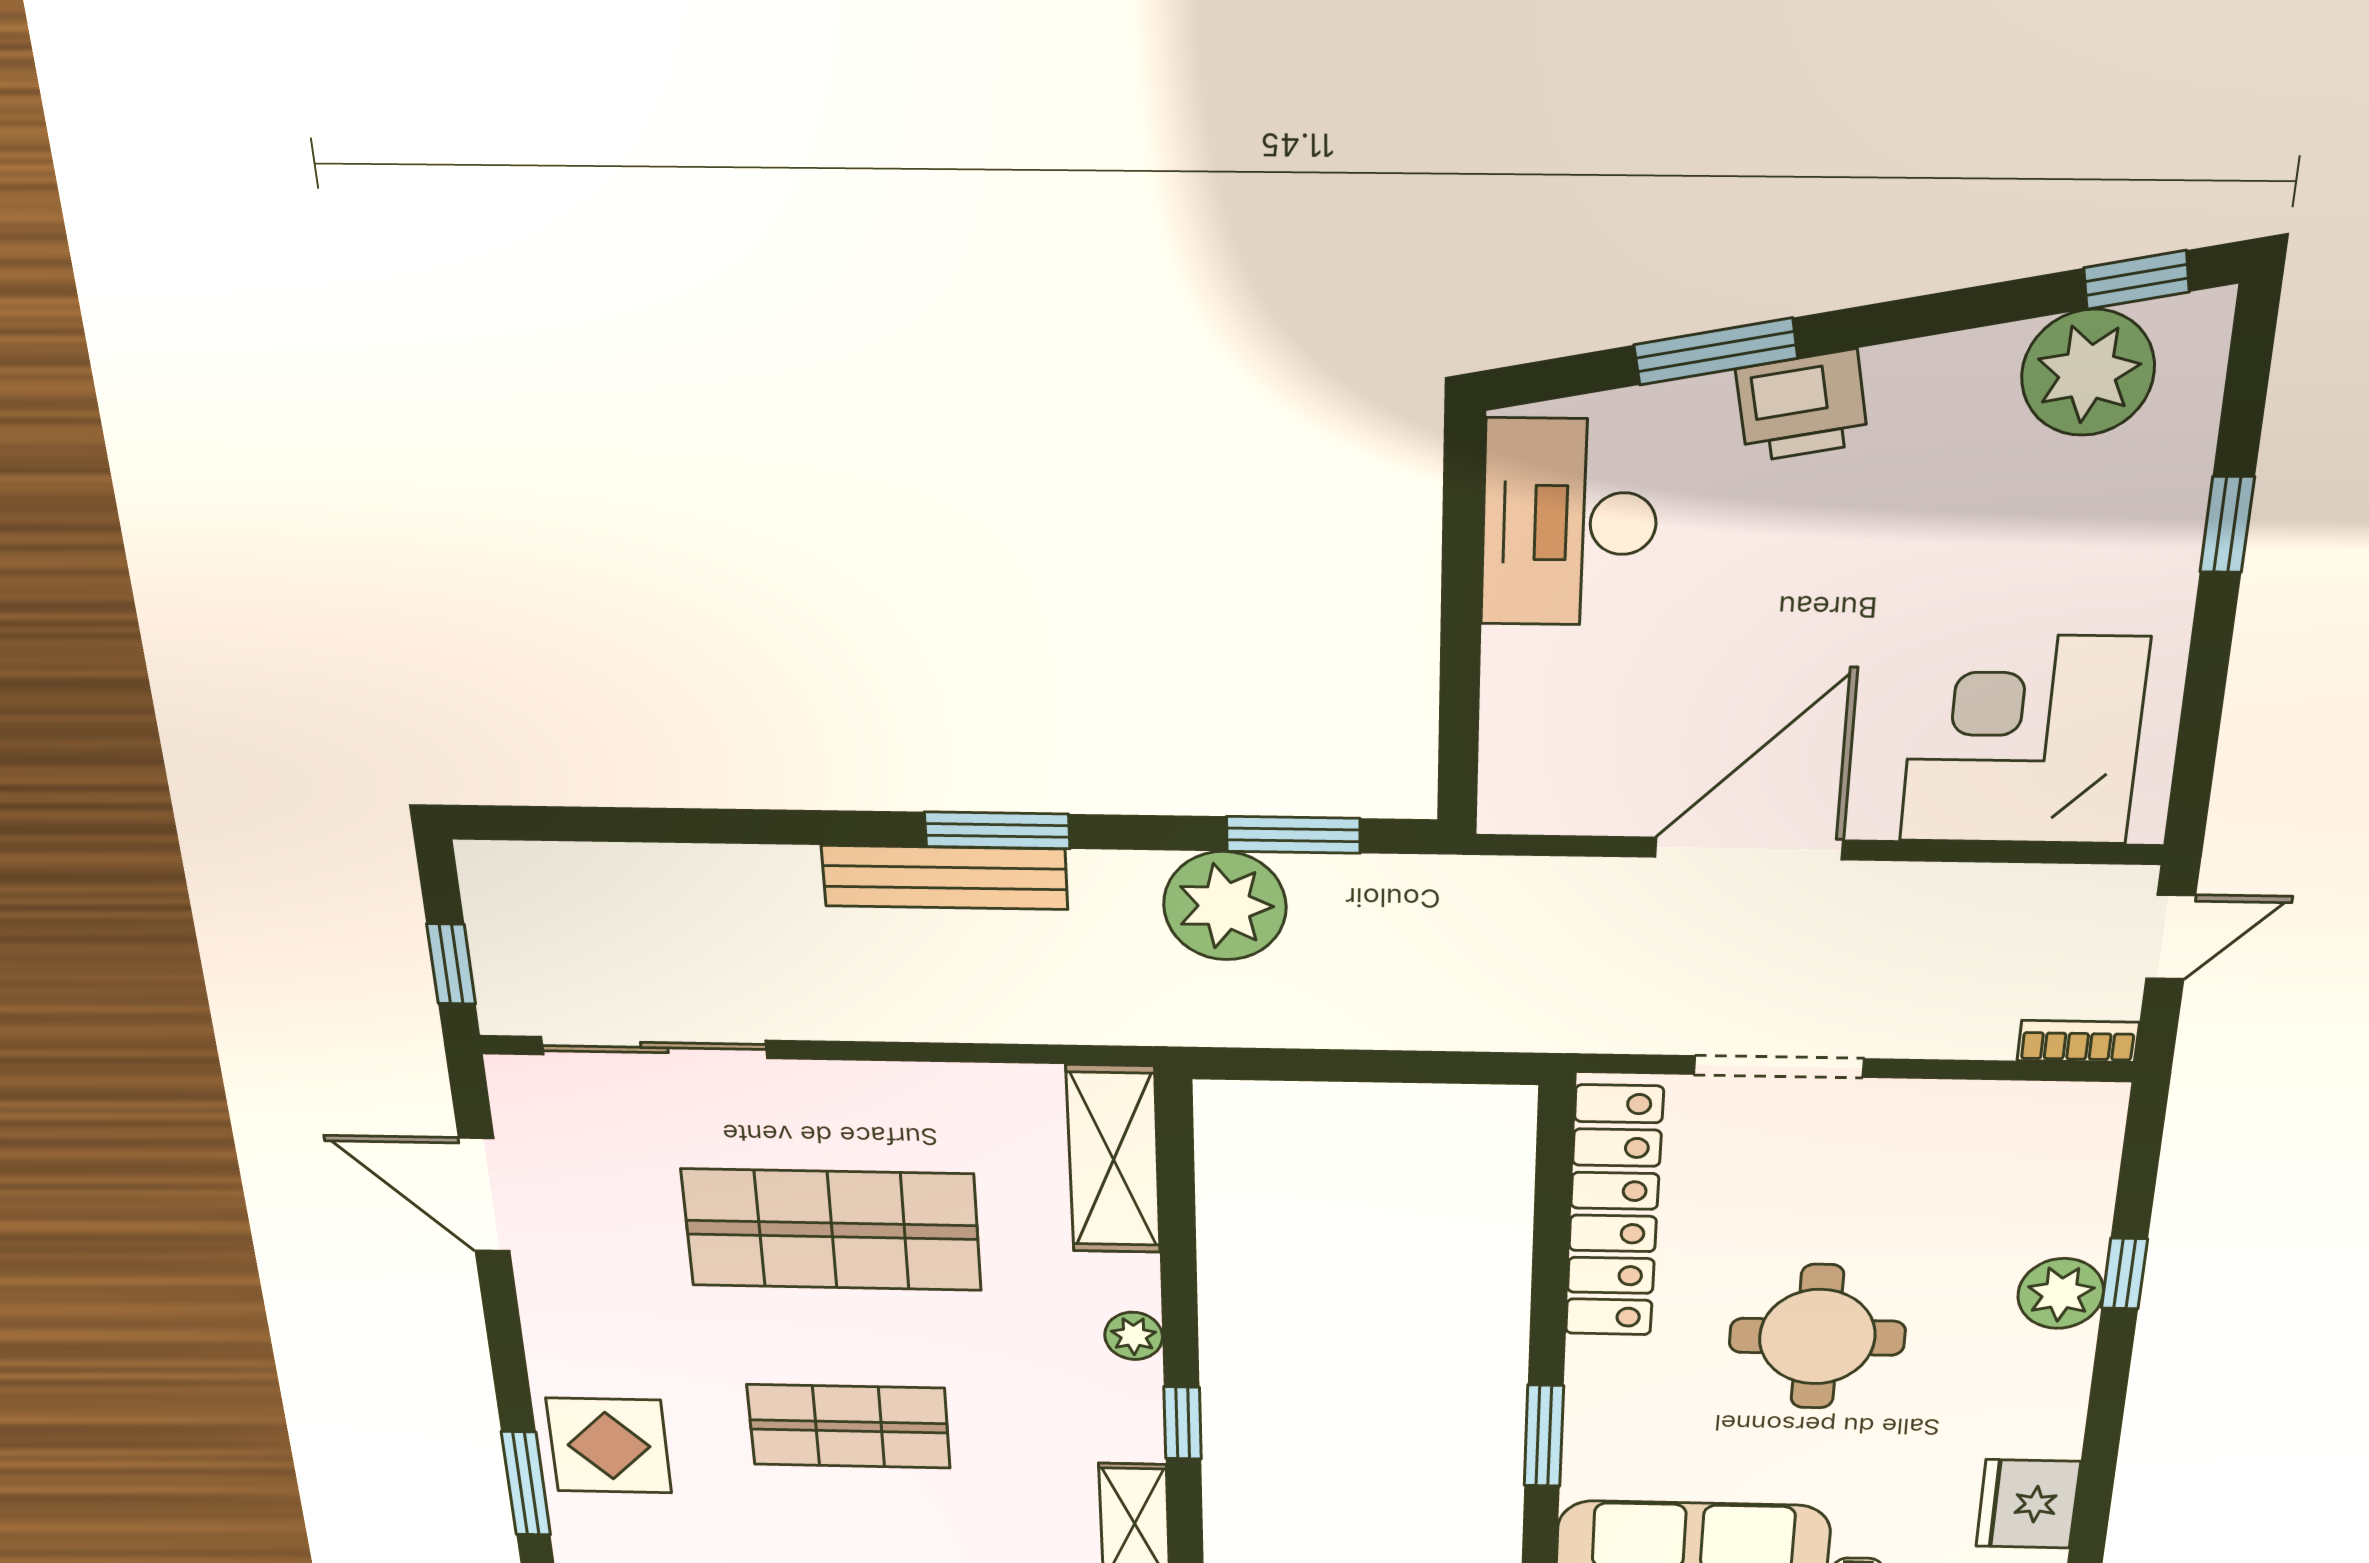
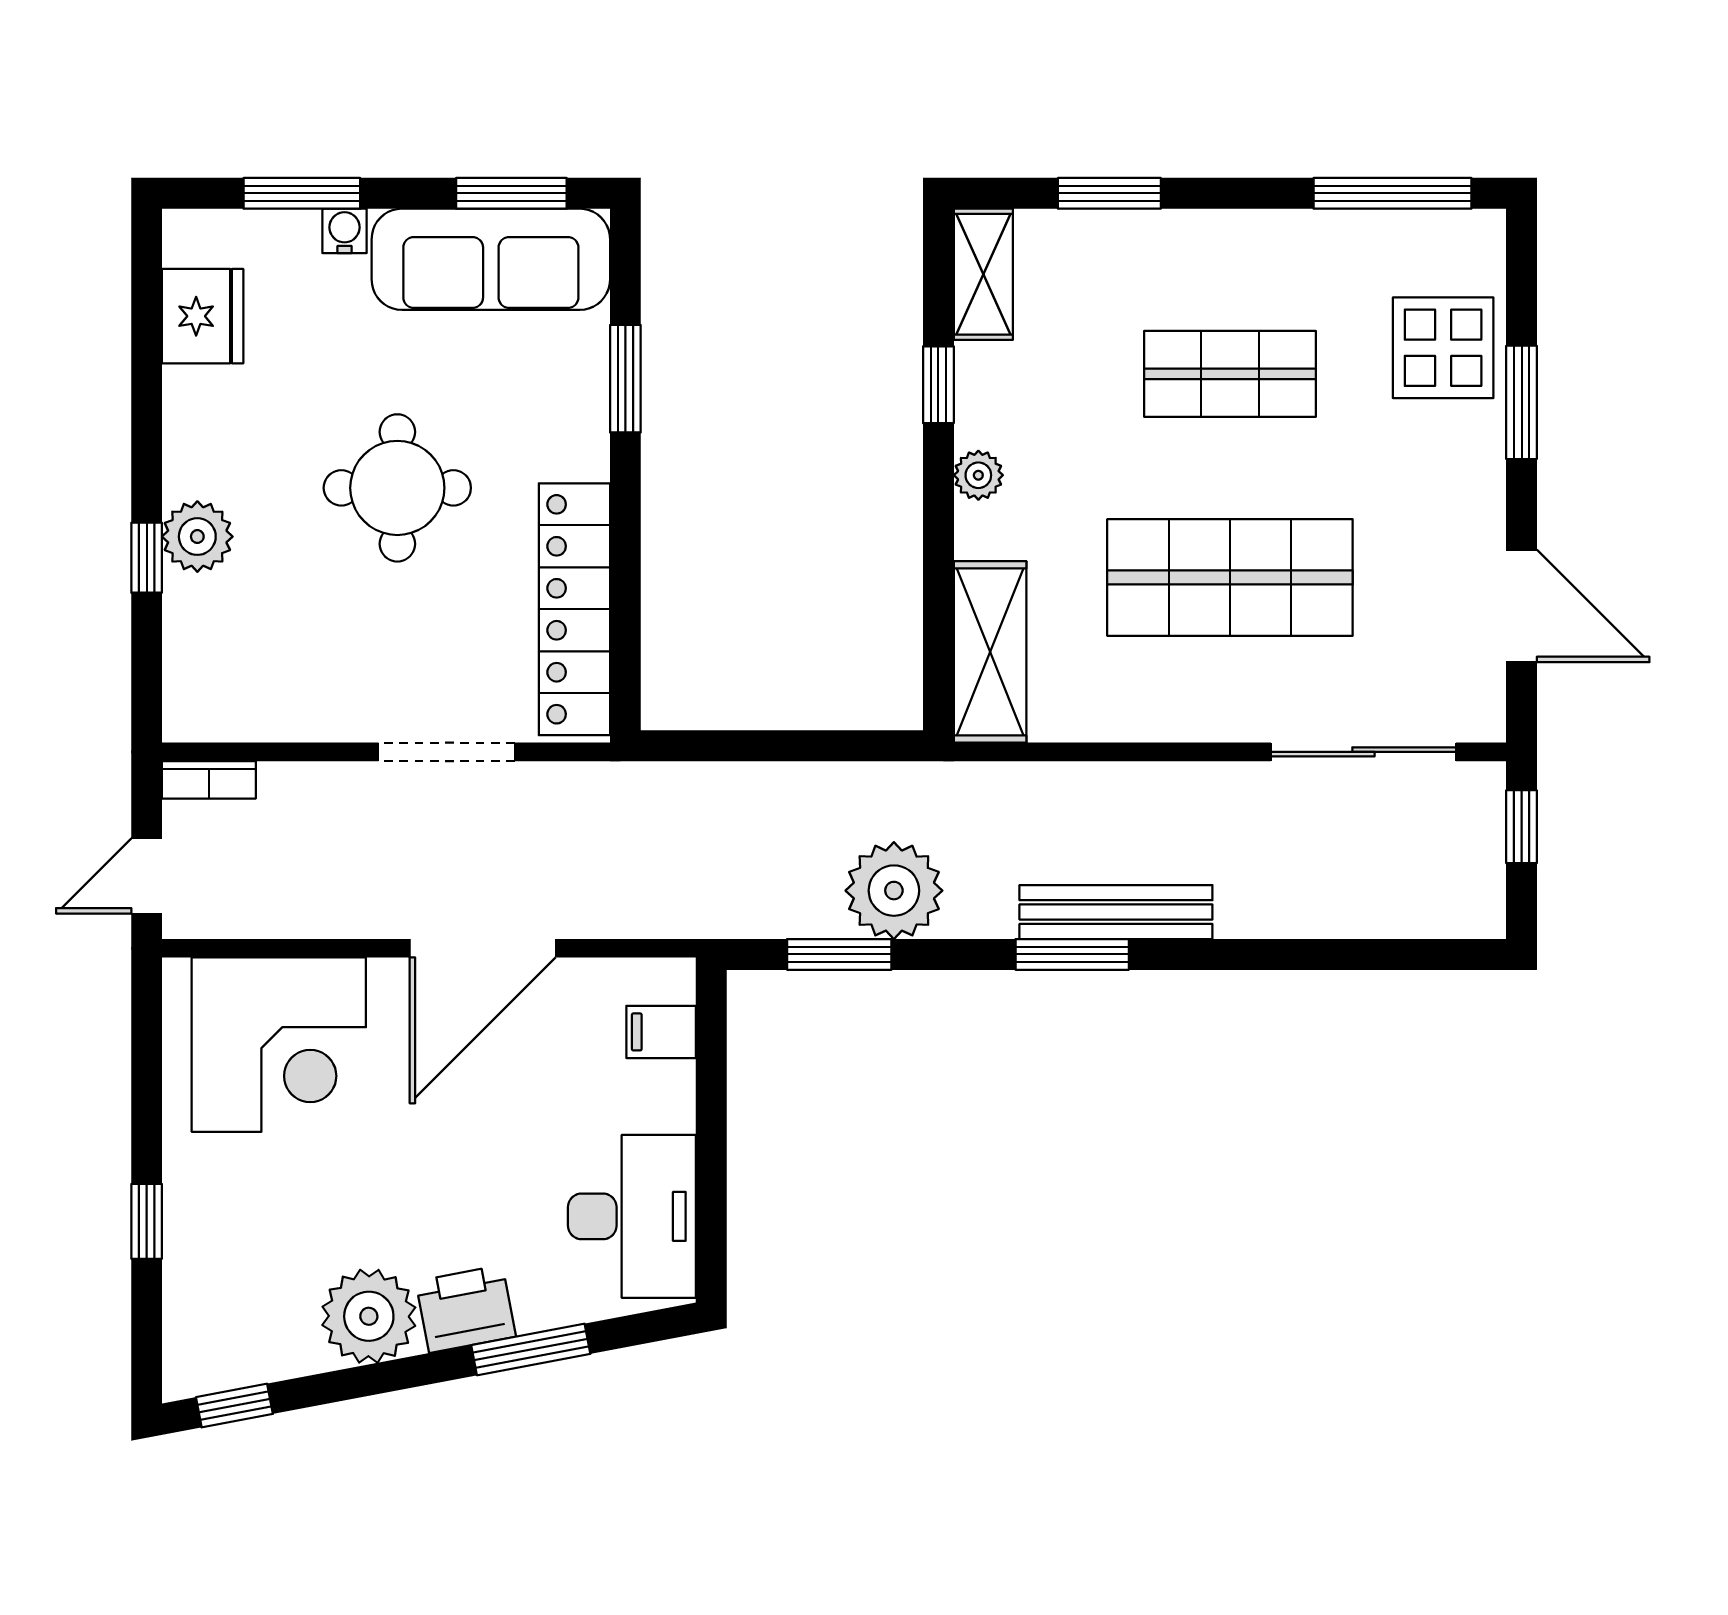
plant: (2088, 373) -> (369, 1316), moved
filing cabinet: (1523, 748) -> (661, 1032), added
window: (526, 1484) -> (1522, 402), moved

